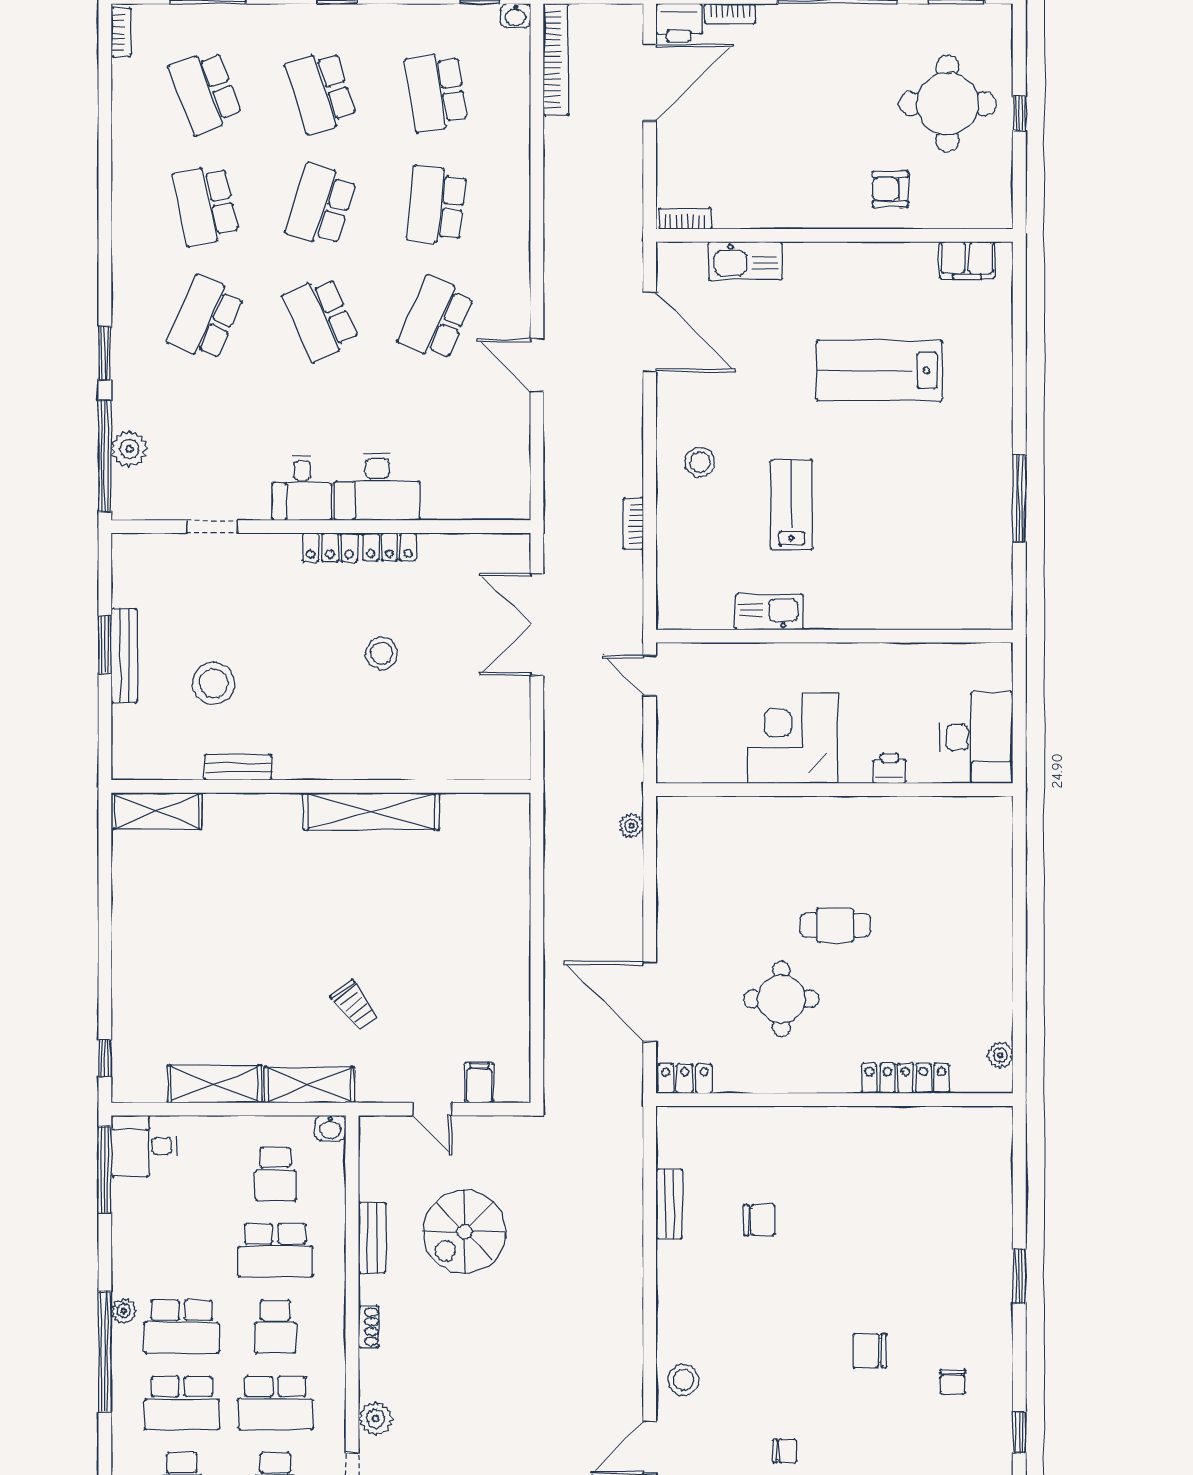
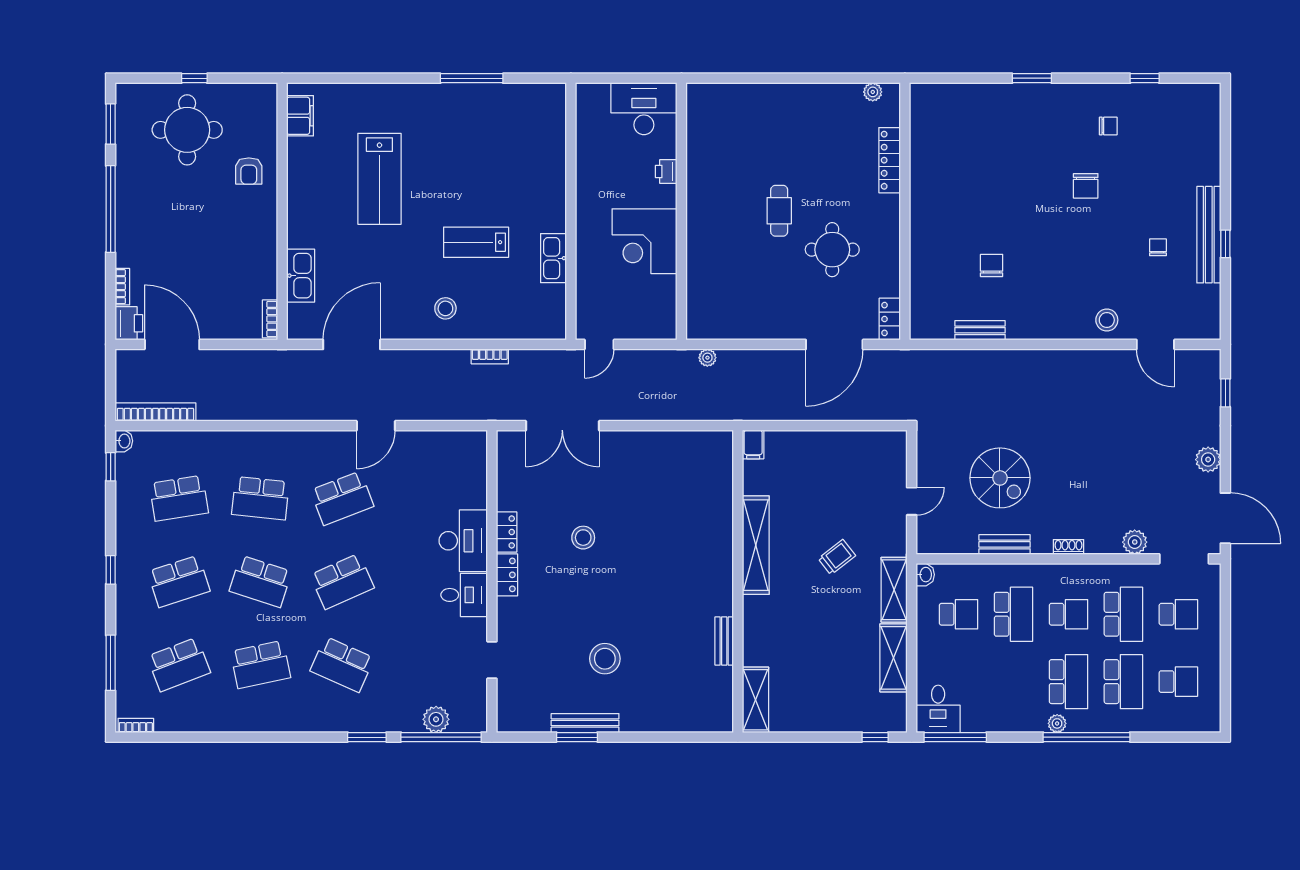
school desk: (436, 319) -> (342, 498), turned -45
bench: (238, 767) -> (724, 641), moved
wall: (321, 786) -> (738, 581), moved
shelving: (156, 811) -> (755, 700), moved
shelving: (371, 811) -> (756, 545), moved
filing cabinet: (479, 1083) -> (753, 444), moved, turned -90

